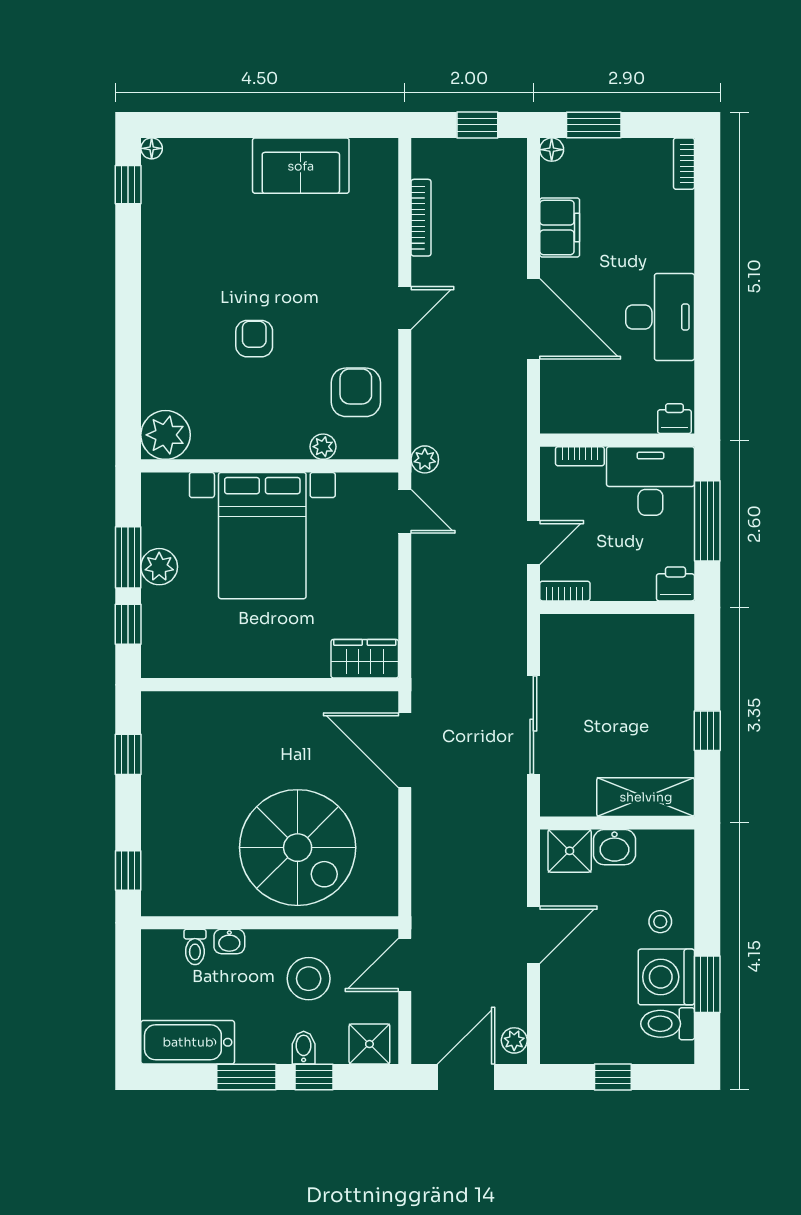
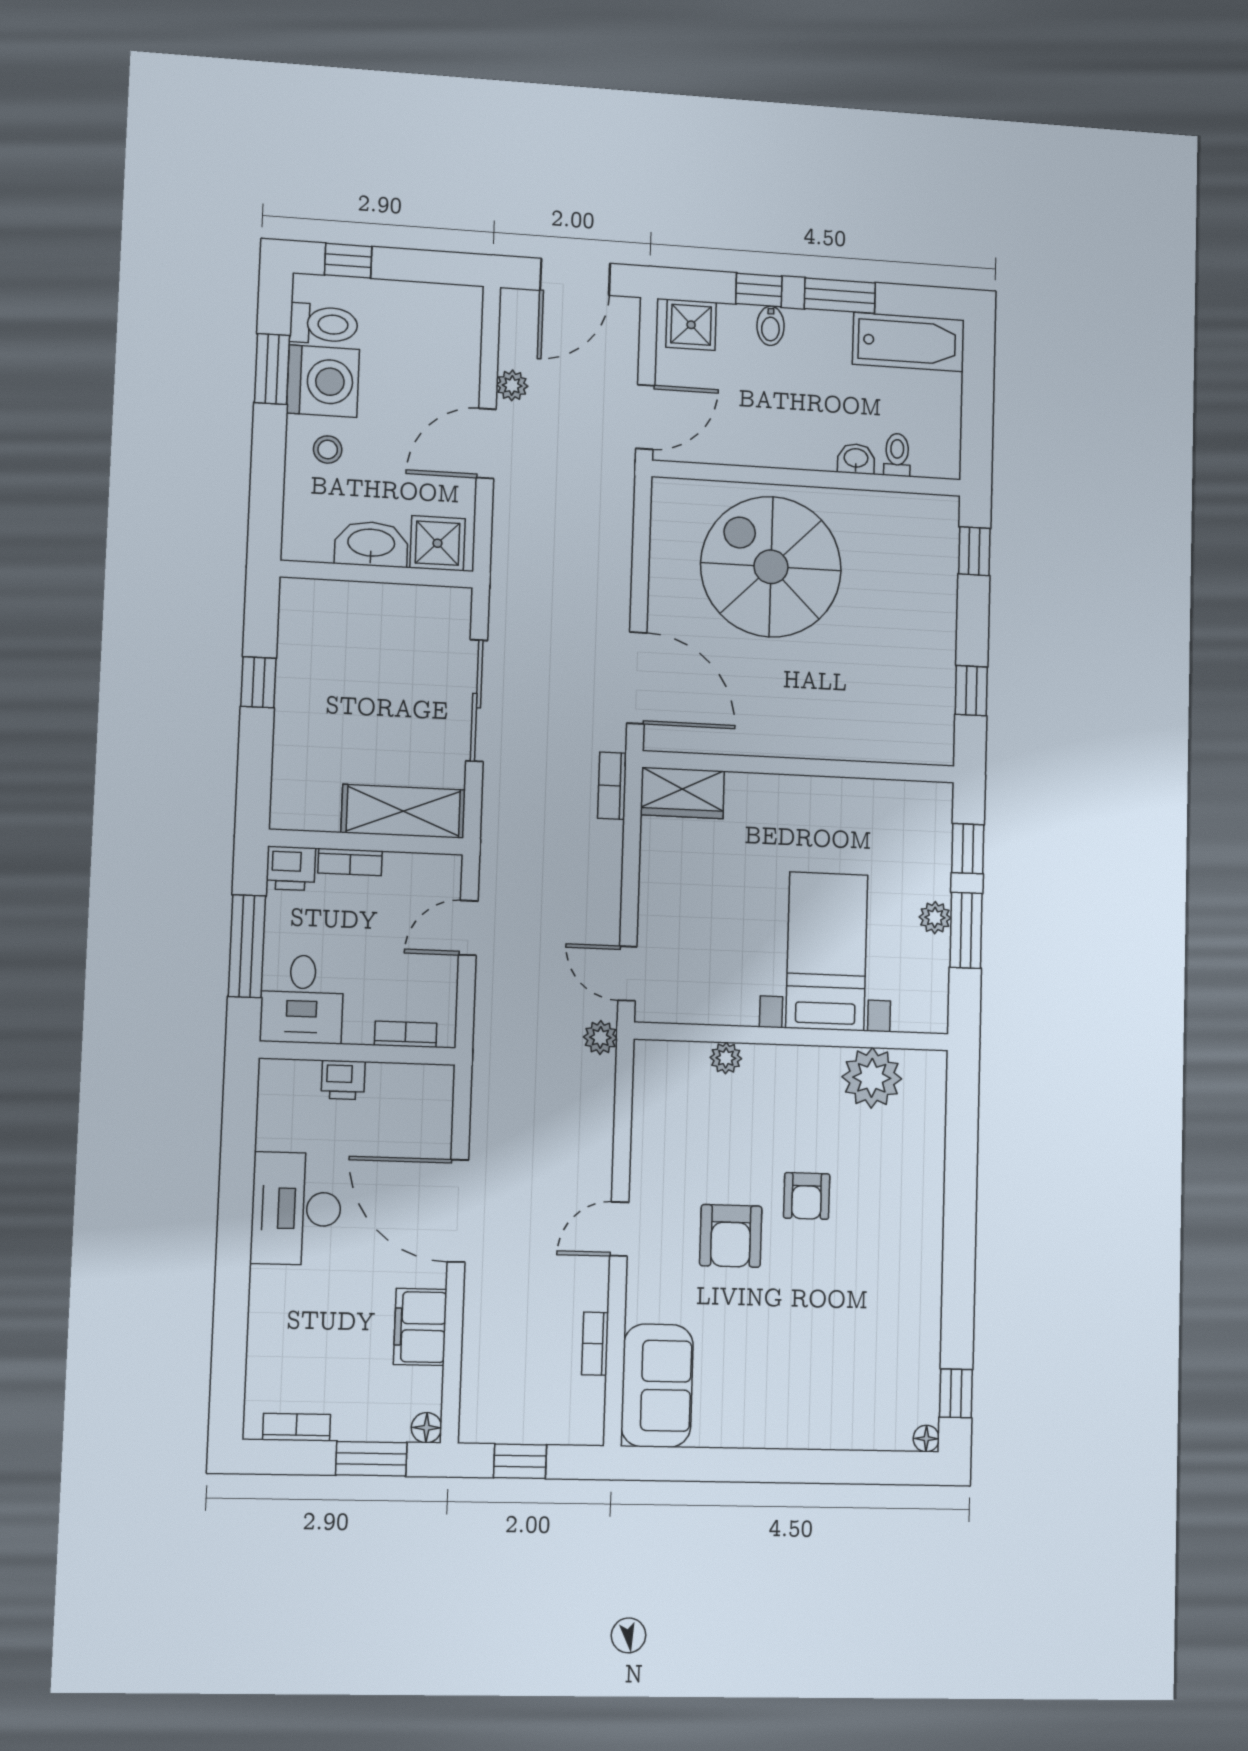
bookcase: (684, 164) -> (297, 1427), moved, turned -90
sofa: (301, 166) -> (657, 1386), moved, turned 90
bookcase: (421, 218) -> (595, 1344), width x0.64
armchair: (356, 392) -> (731, 1236), moved
printer: (674, 419) -> (343, 1080), moved
plant: (166, 435) -> (872, 1078), moved
desk: (650, 481) -> (302, 999), width x0.73
bed with nightstands: (262, 536) -> (827, 951), width x0.73
plant: (159, 567) -> (935, 918), width x0.73, depth x0.73
bookcase: (565, 591) -> (350, 862), moved
bookcase: (422, 662) -> (612, 786), added
shelving: (646, 797) -> (403, 811), moved
washbasin: (614, 847) -> (371, 544), width x1.38
stool: (309, 979) -> (762, 408), removed
plant: (514, 1040) -> (512, 385), moved
window: (613, 1077) -> (348, 261), moved

